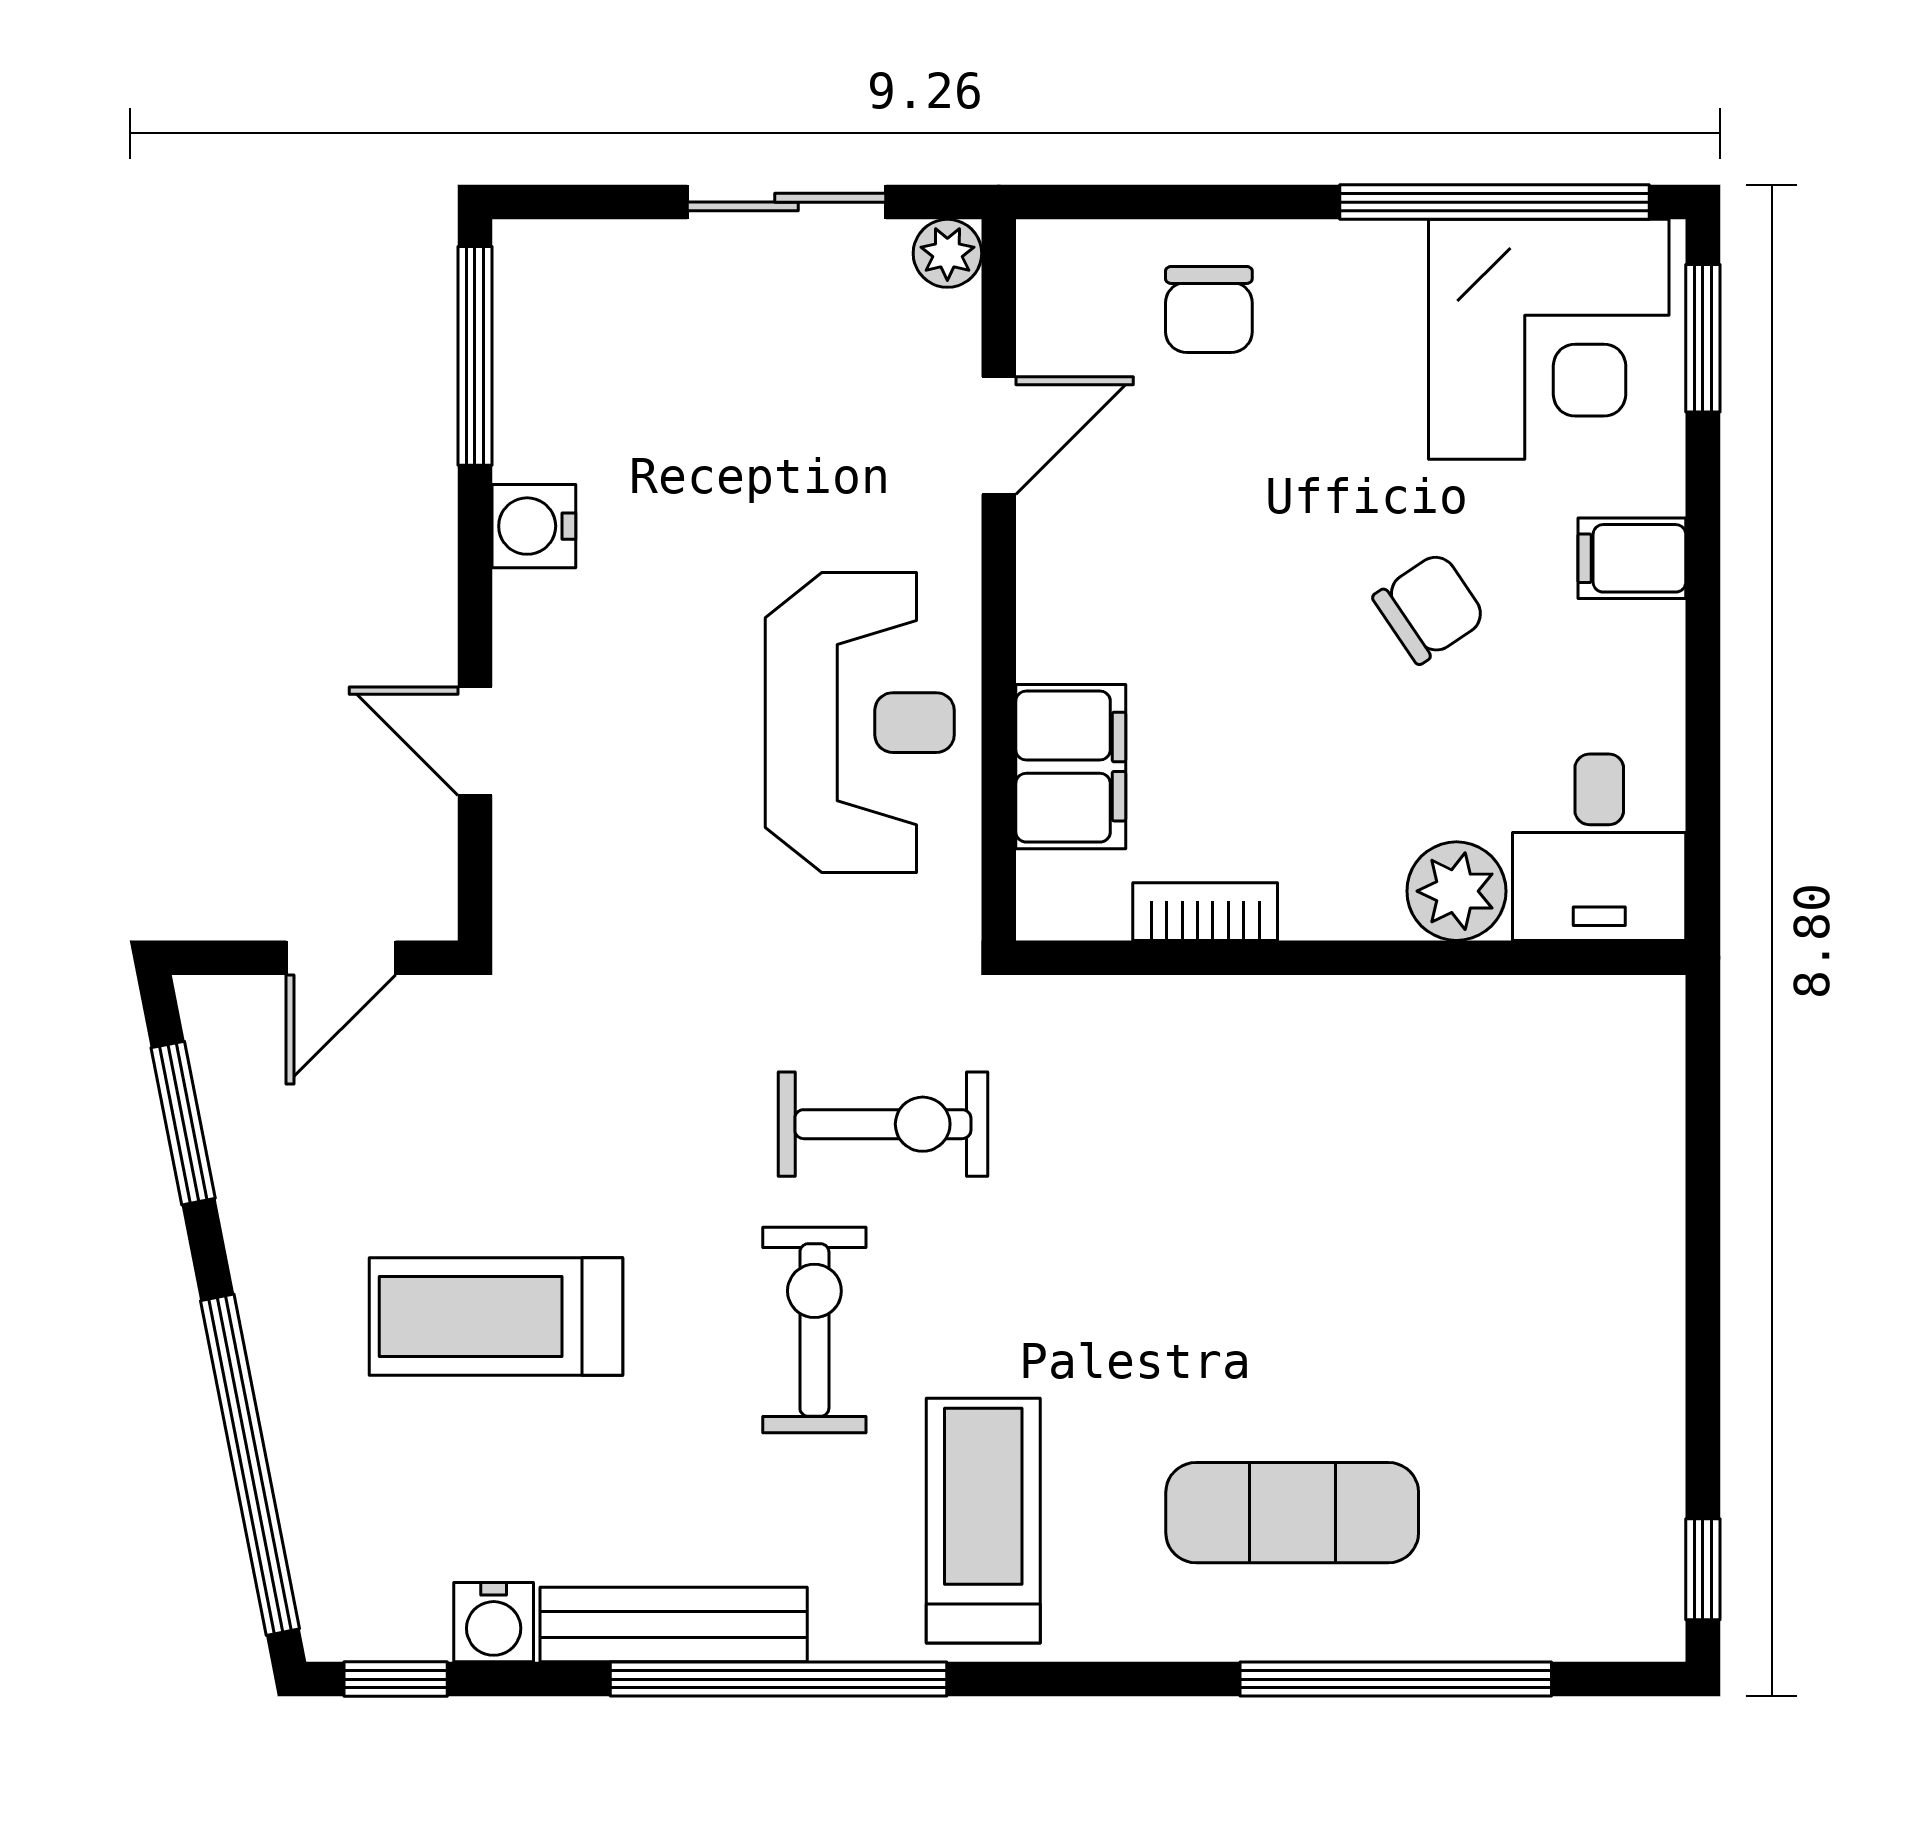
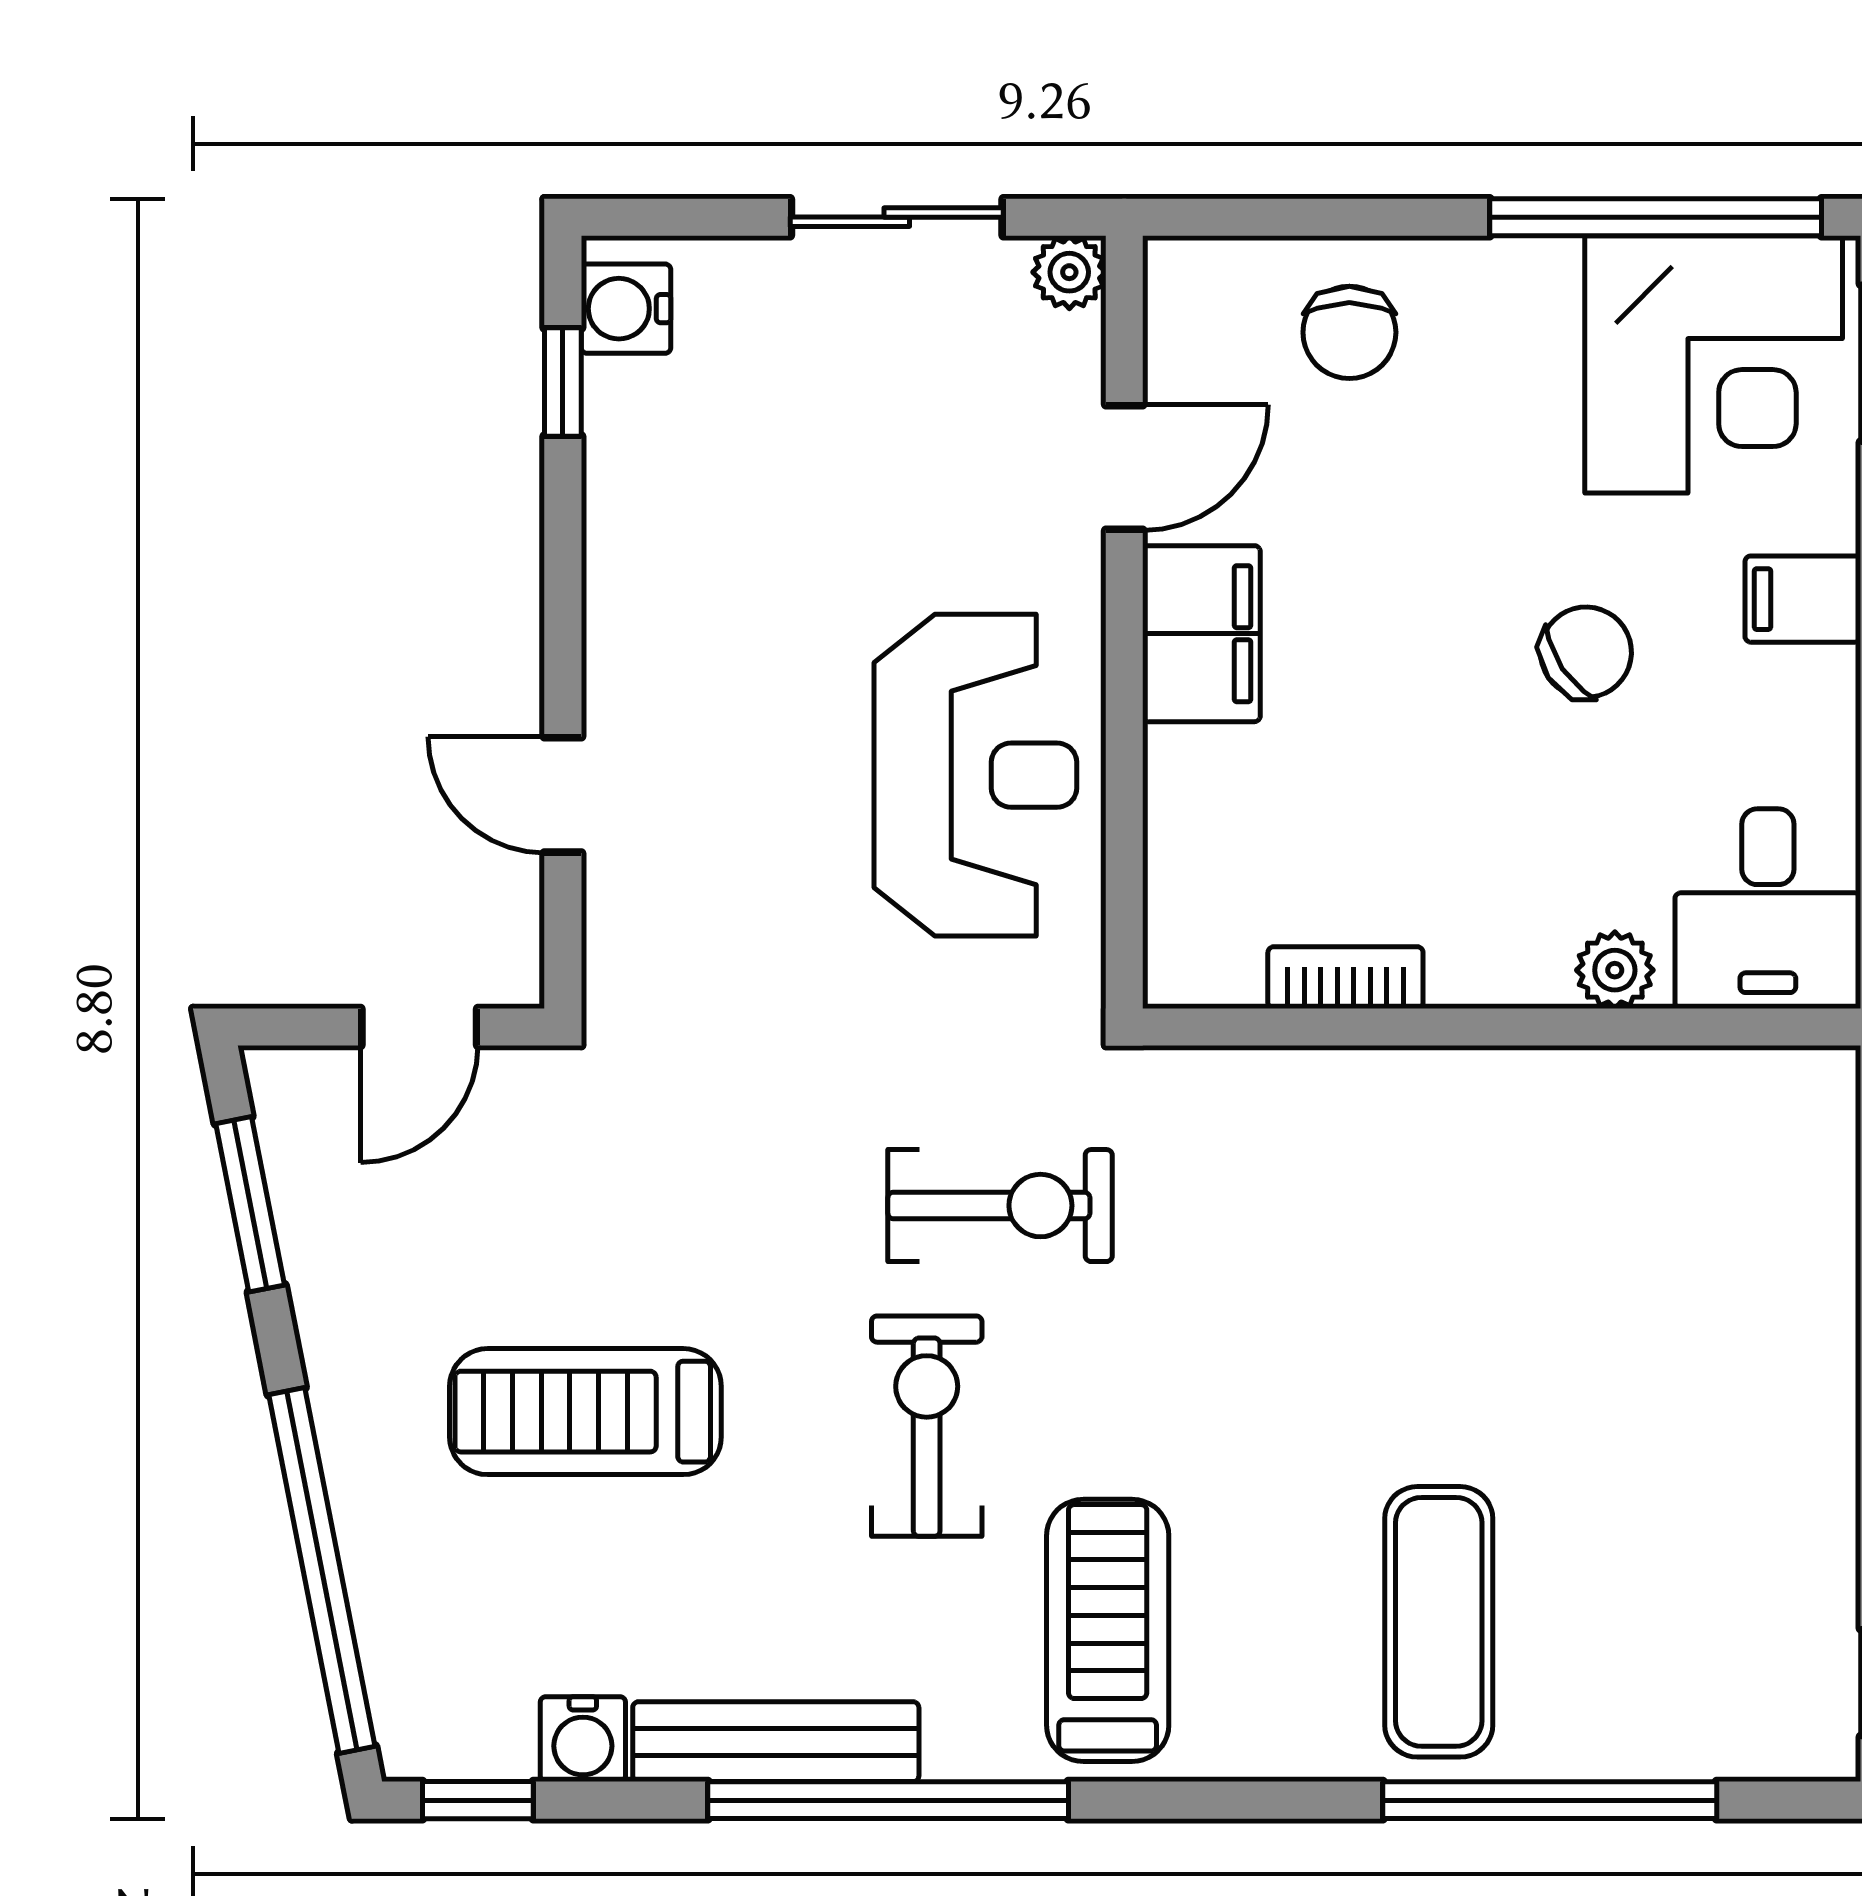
window: (475, 356) -> (563, 382), width x0.46
water cooler: (534, 526) -> (626, 309), moved
filing cabinet: (1071, 767) -> (1201, 634), moved
plant: (1456, 891) -> (1615, 970), width x0.73, depth x0.73
exercise mat: (1292, 1513) -> (1439, 1622), turned 90

